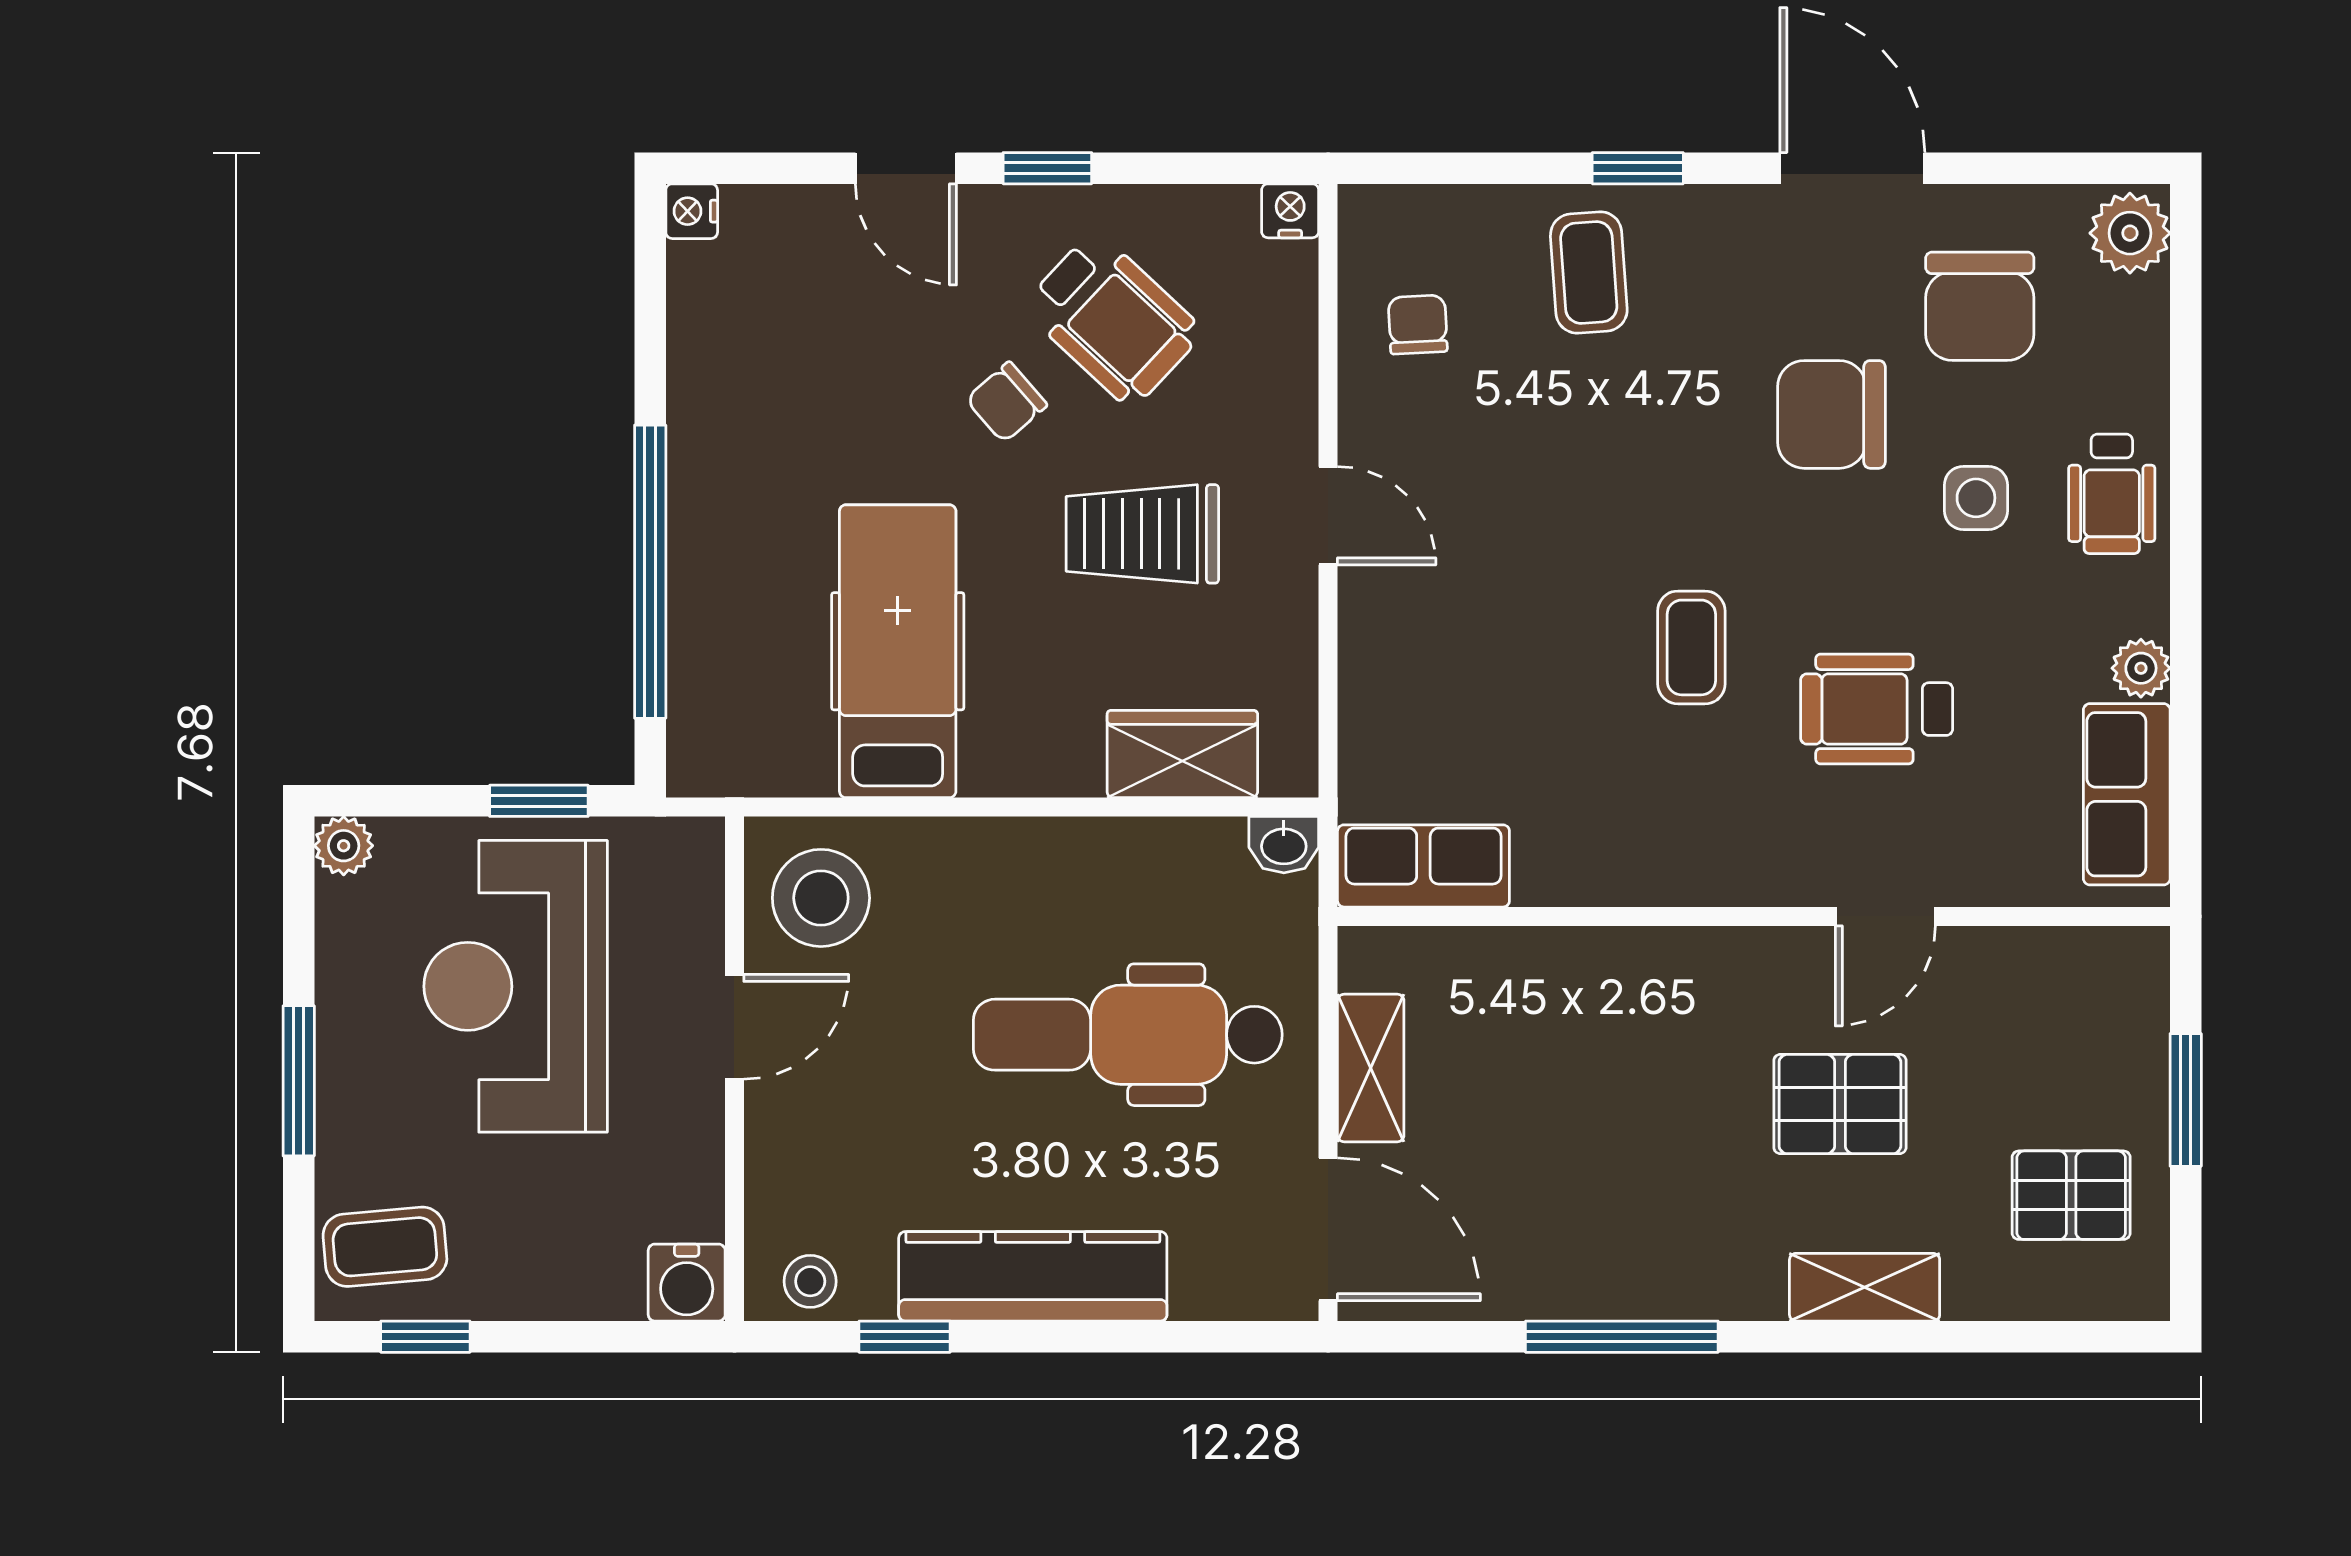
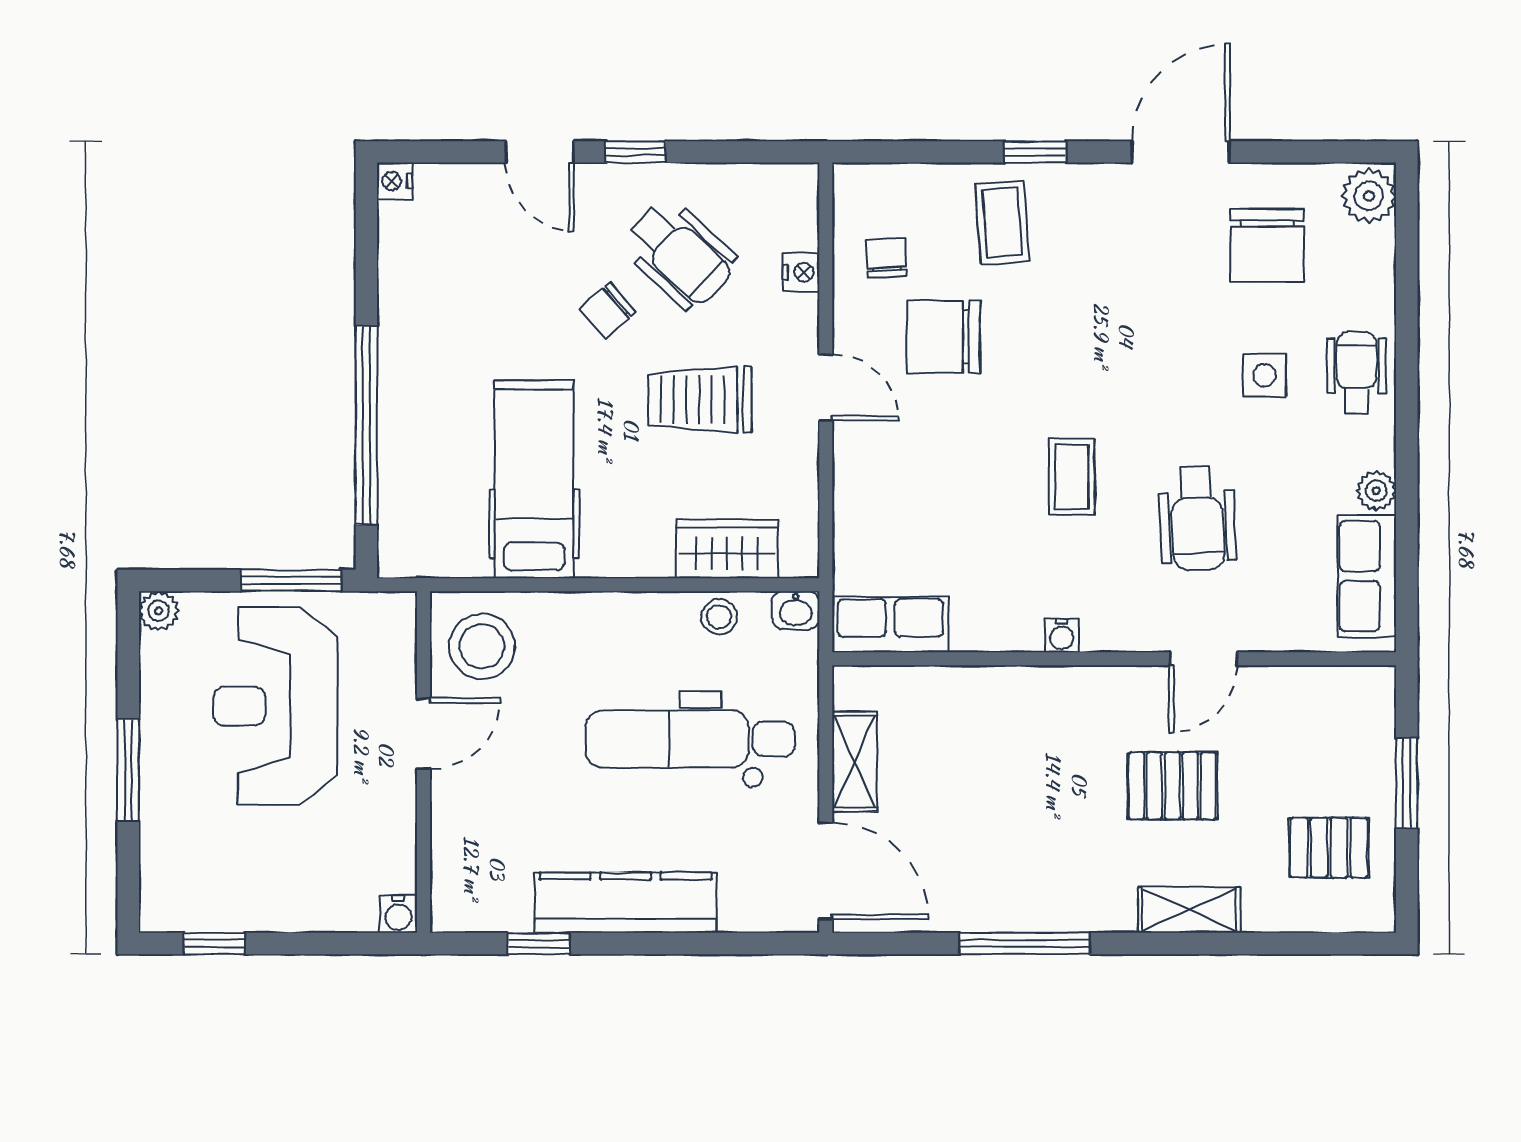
door: (1852, 168) -> (1181, 152), hinge flipped
nightstand: (1290, 211) -> (801, 272), moved, turned 90
chair: (1831, 414) -> (944, 337), moved
wheelchair: (2112, 494) -> (1357, 373), turned 180
wheelchair: (1877, 709) -> (1197, 518), turned -93
window: (539, 801) -> (291, 580), width x1.50
water cooler: (1677, 882) -> (1062, 636), added
coffee table: (385, 1247) -> (187, 883), removed
stool: (810, 1281) -> (719, 617), moved
water cooler: (687, 1283) -> (398, 914), width x0.72, depth x0.72

